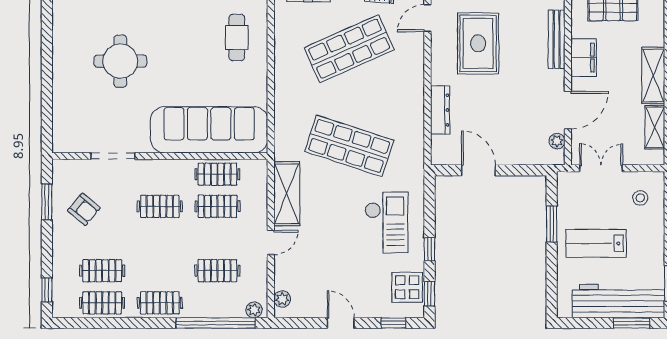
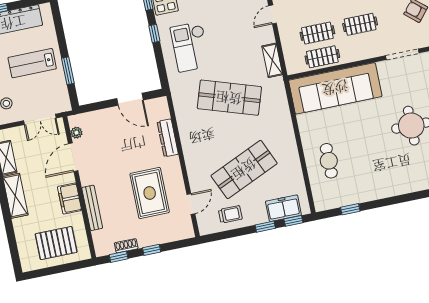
shelving: (287, 194) -> (272, 60), width x0.67, depth x0.75
lab bench: (596, 243) -> (32, 63), turned 180

